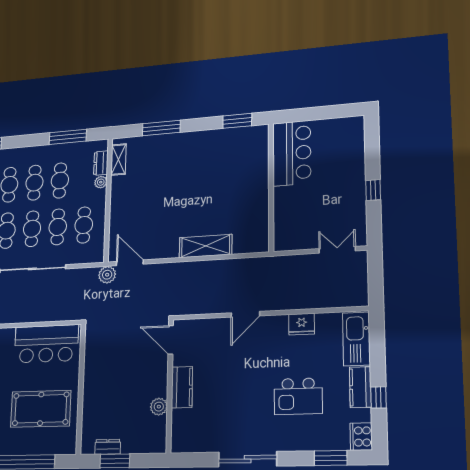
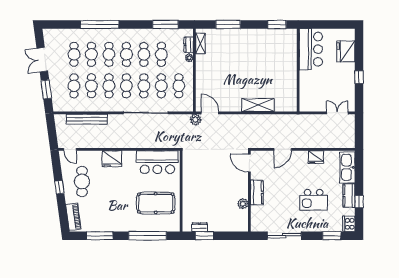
fridge: (350, 152) -> (346, 51), added
door: (171, 340) -> (249, 163), moved
wall: (170, 386) -> (249, 191), moved
kitchen counter: (182, 387) -> (257, 192), moved
plant: (159, 407) -> (243, 204), moved

